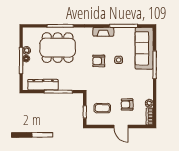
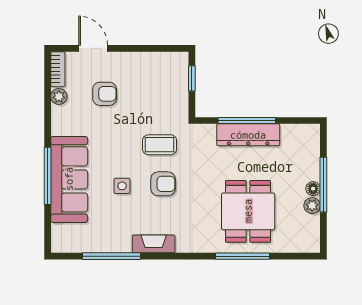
dining table: (58, 48) -> (248, 211), width x0.73
sofa: (144, 48) -> (69, 179), moved
dresser: (43, 85) -> (248, 135), moved
coffee table: (102, 108) -> (160, 145), moved
door: (121, 127) -> (93, 48), moved

